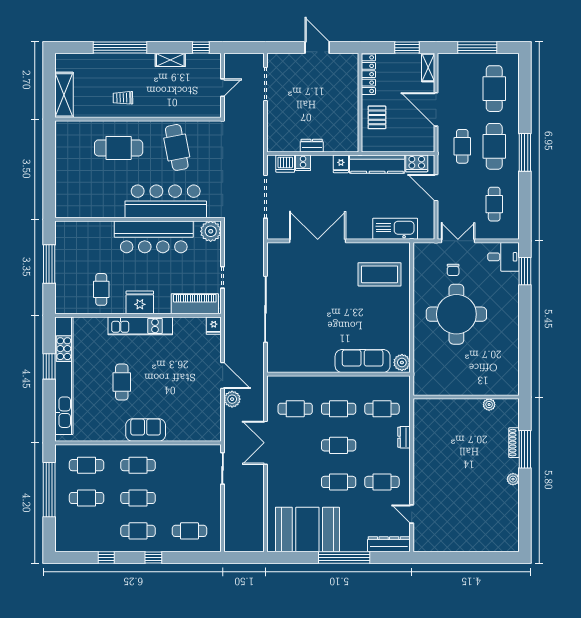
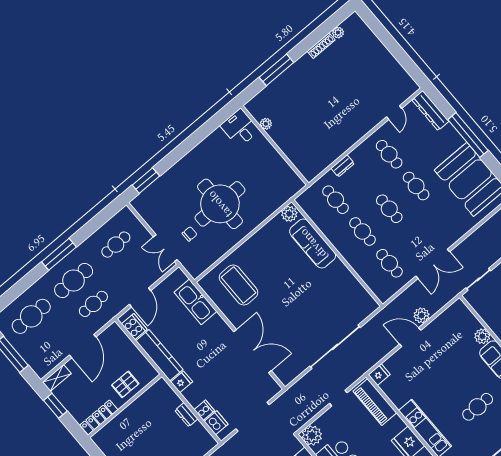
double door: (318, 241) -> (253, 351), swing flipped
desk: (503, 257) -> (240, 128), moved
door: (223, 376) -> (410, 337), hinge flipped
plant: (175, 433) -> (482, 336), added
shoe rack: (514, 443) -> (321, 46), moved
plant: (513, 479) -> (338, 33), moved

